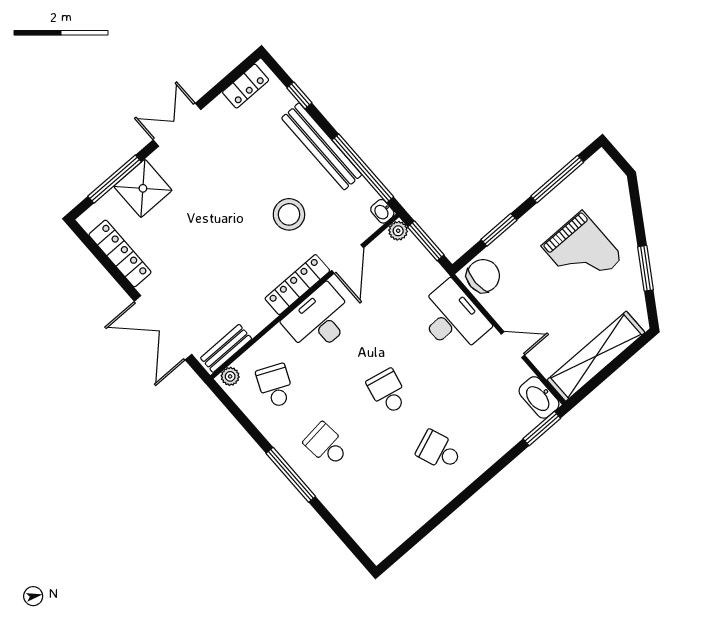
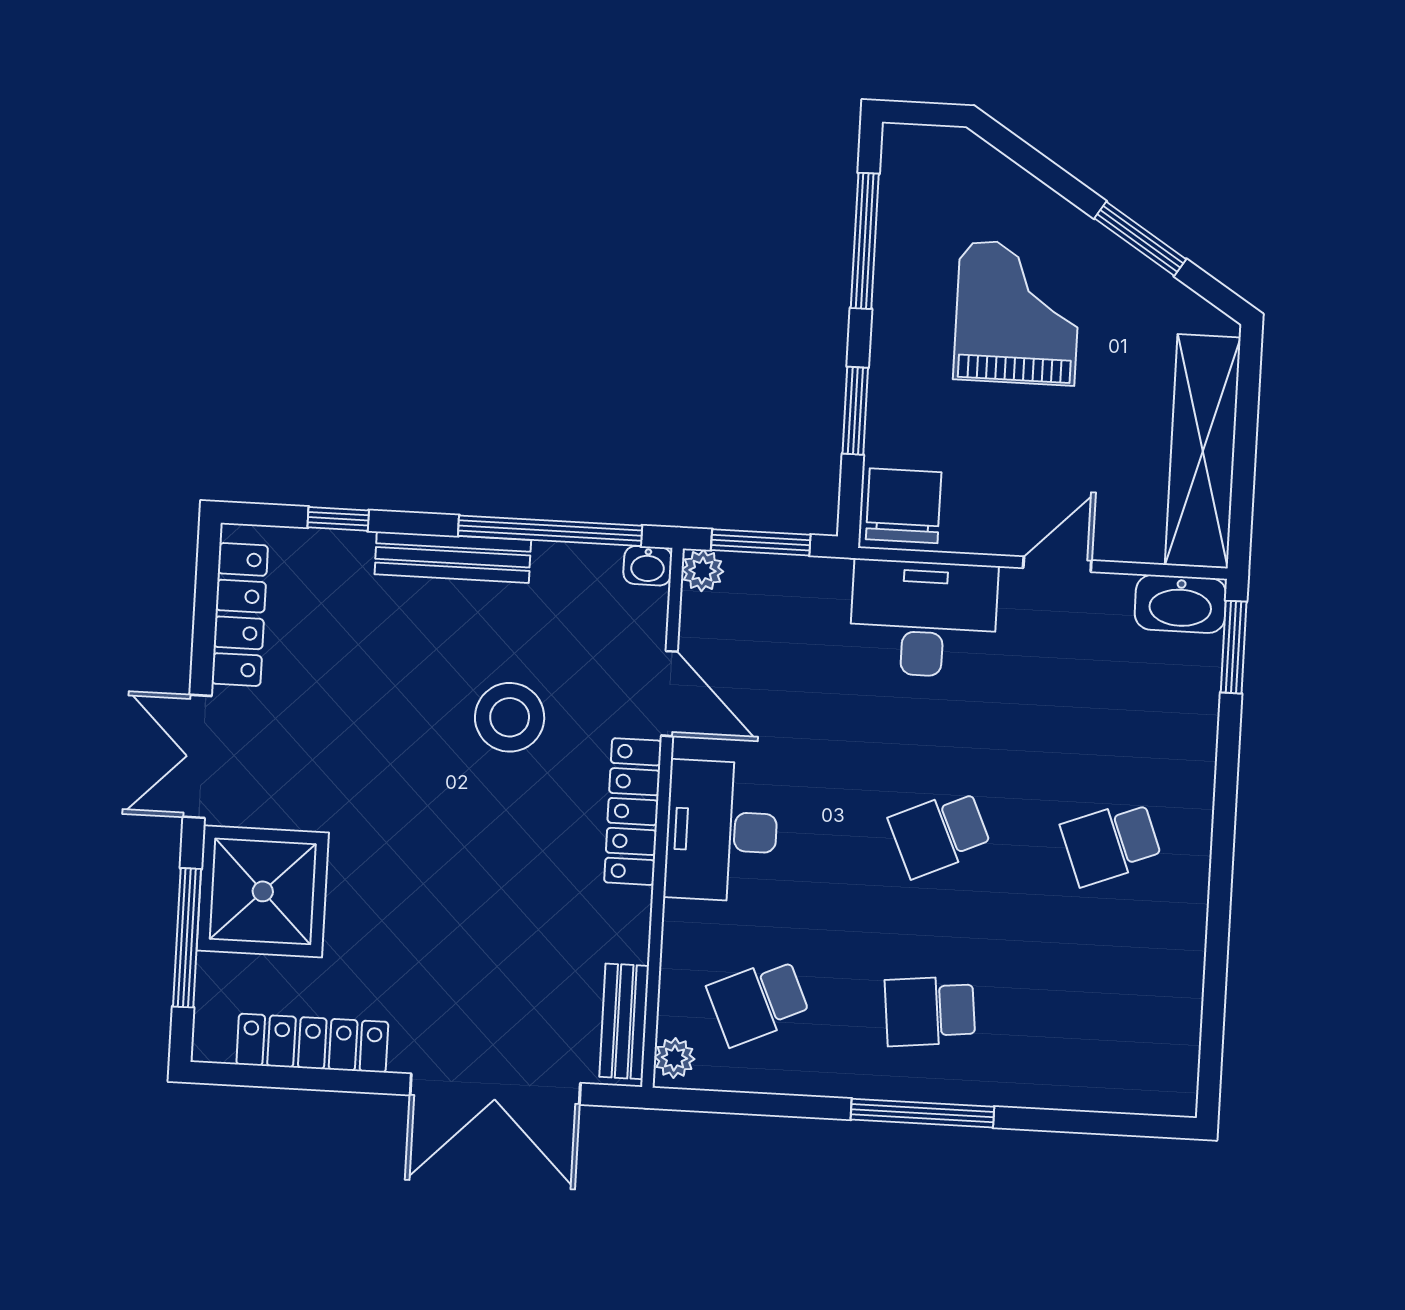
locker: (246, 86) -> (240, 614), width x1.53
bench: (322, 146) -> (453, 557), width x0.73, depth x0.82
shower: (143, 188) -> (263, 891), width x1.37, depth x1.37
grand piano: (582, 252) -> (1017, 313), turned -90
school desk: (275, 386) -> (758, 1002), turned -48
school desk: (388, 392) -> (940, 833), turned -36

